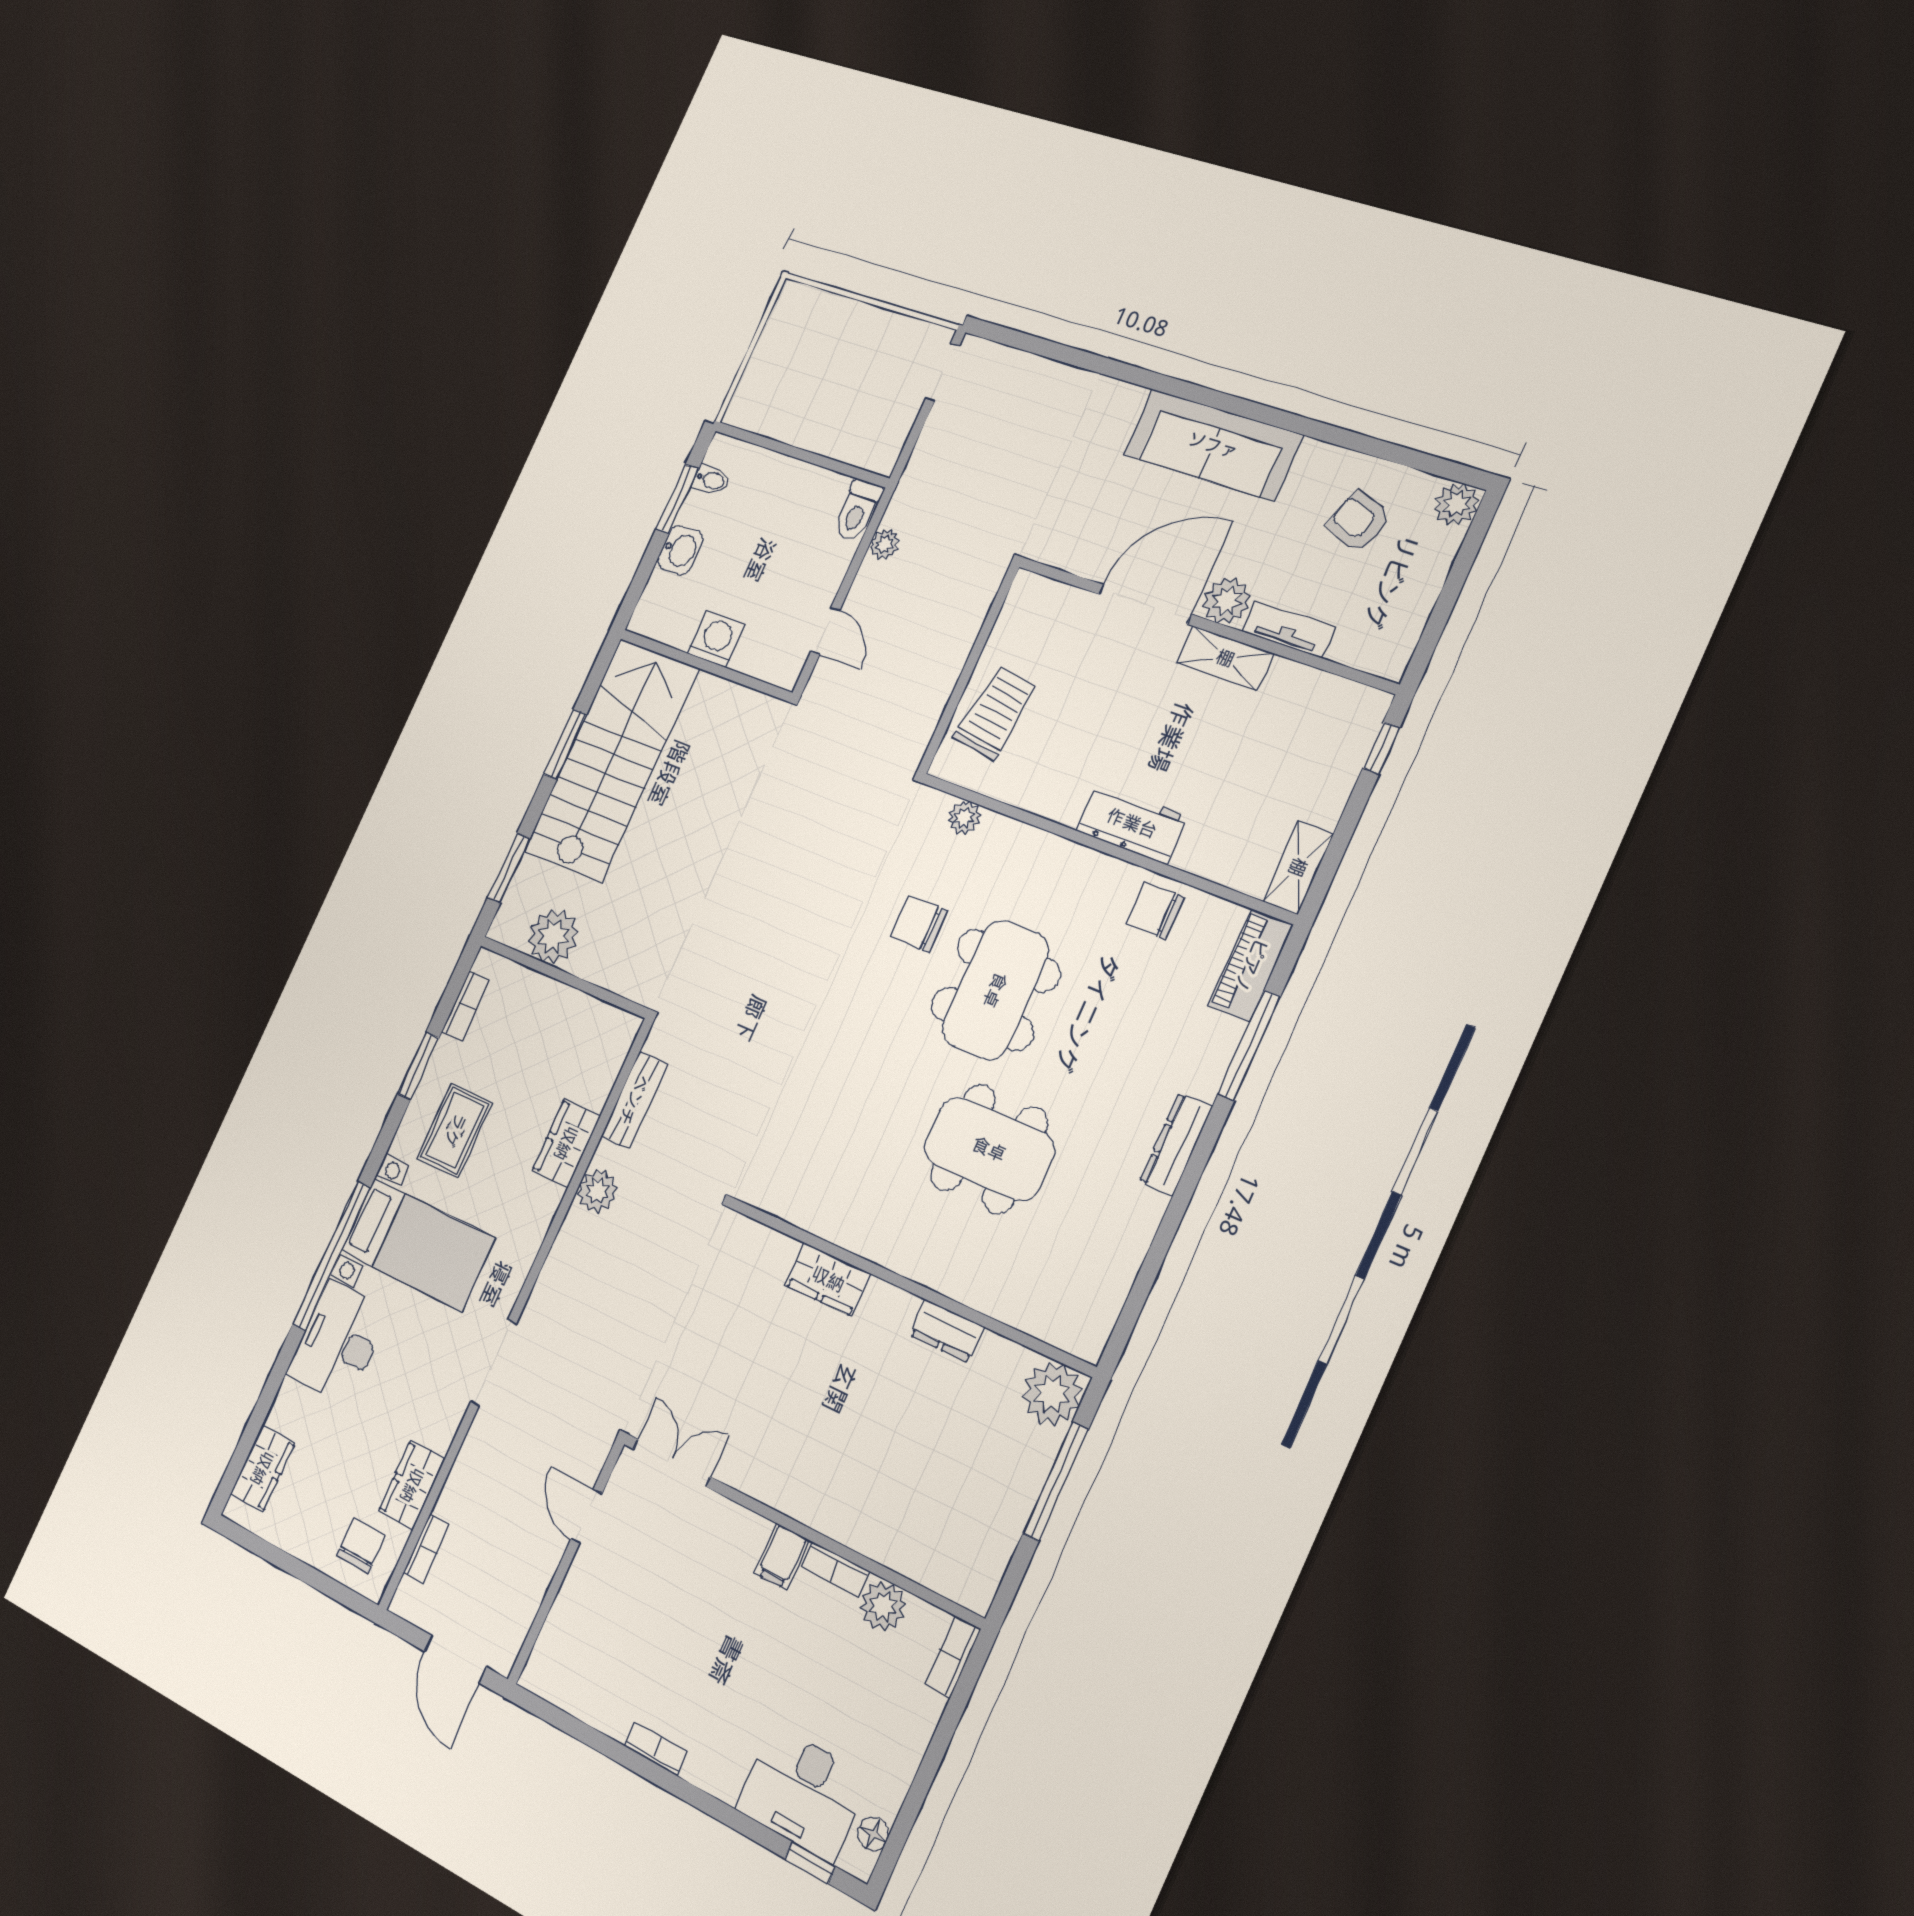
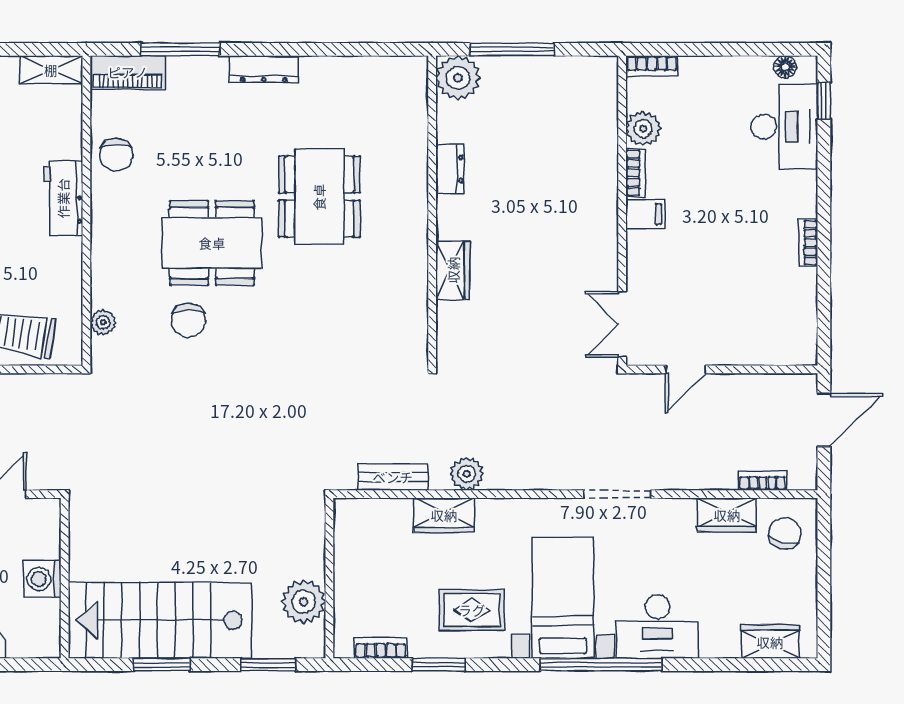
chair: (361, 1545) -> (785, 533), turned 102

